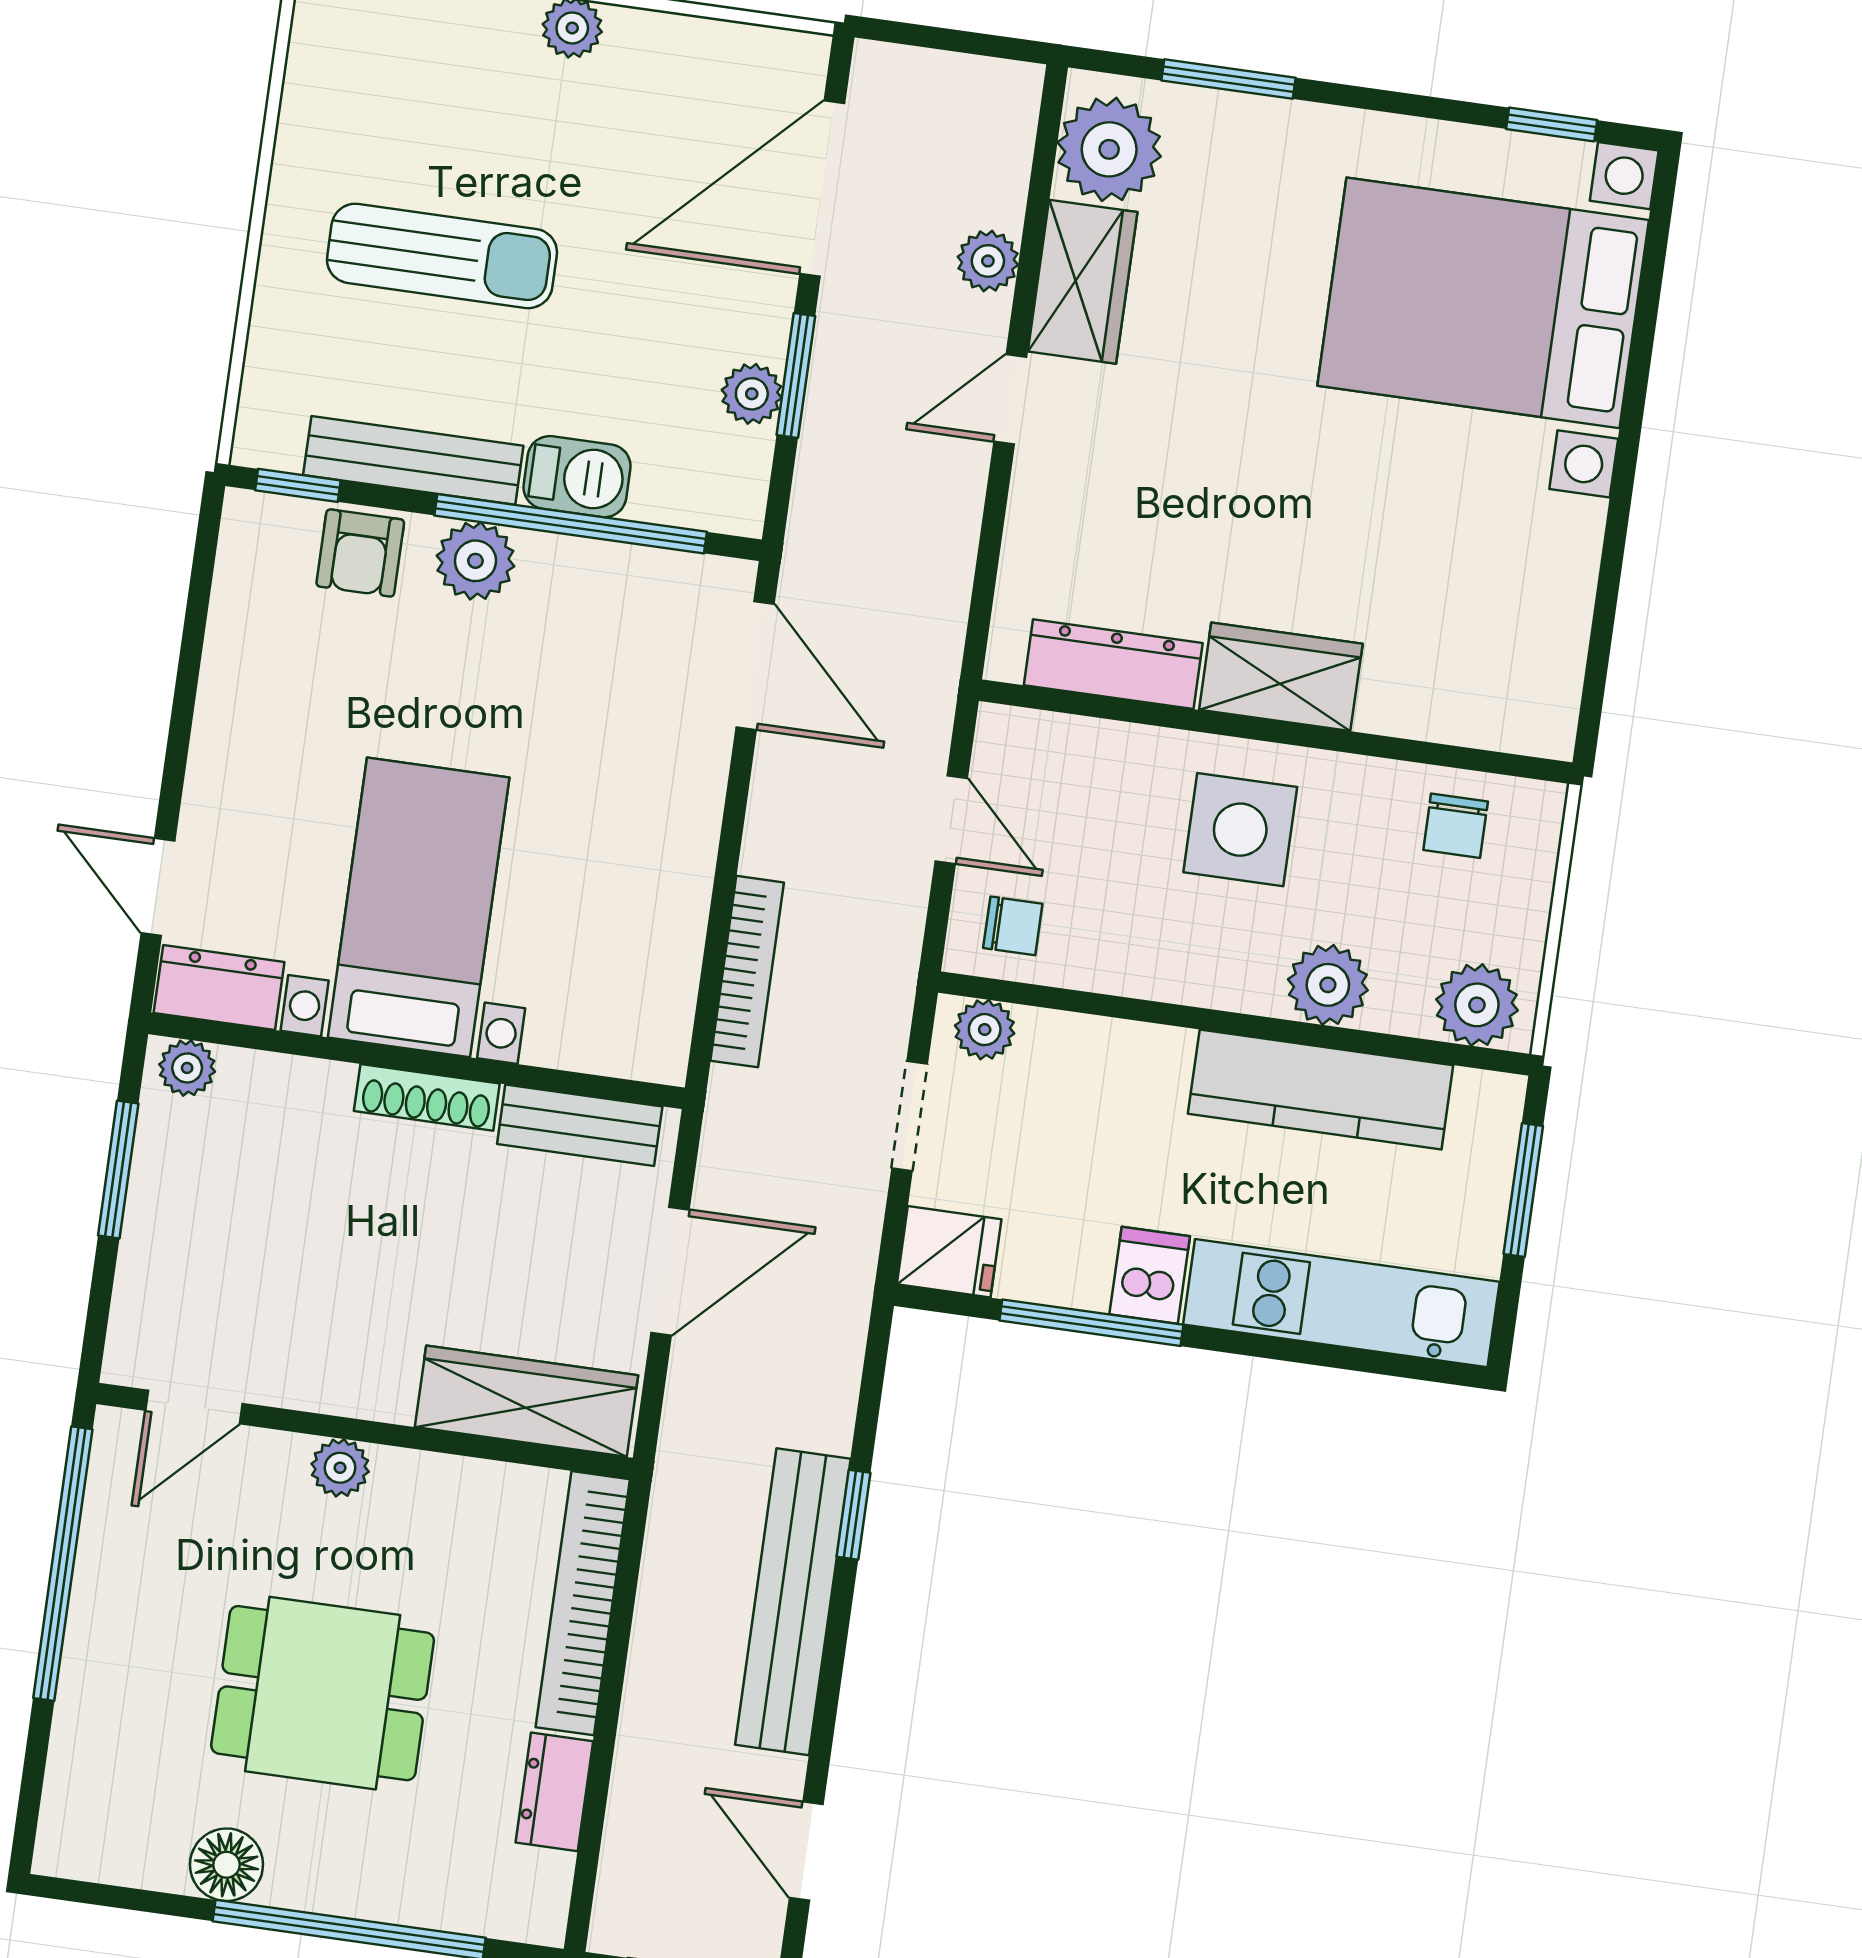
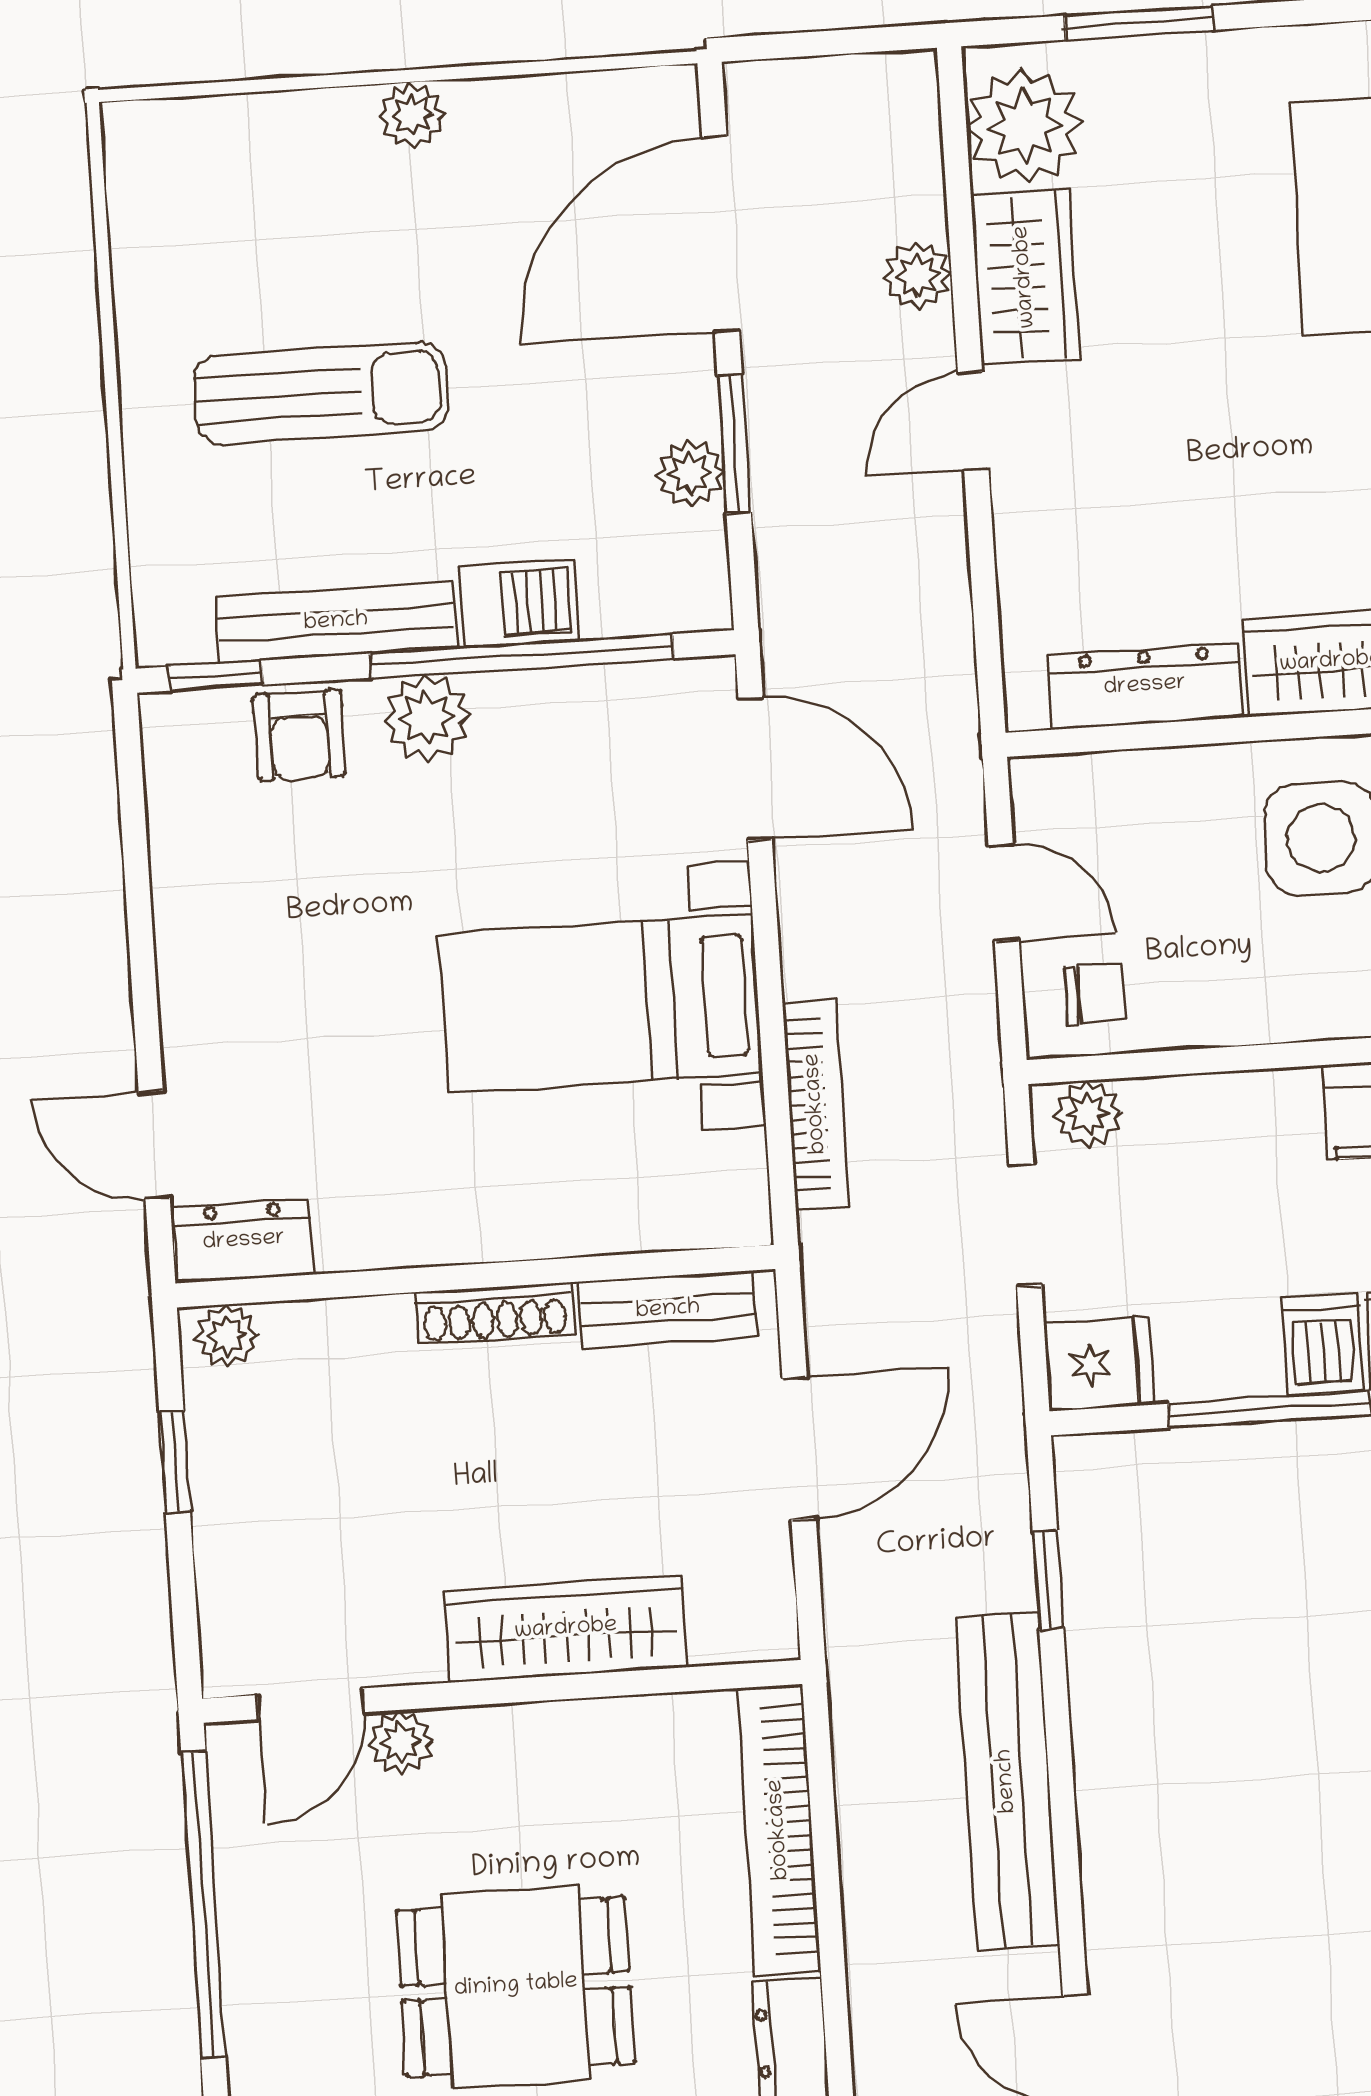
bed with nightstands: (419, 907) -> (601, 1004), moved, turned -90
window: (118, 1169) -> (175, 1462), width x0.67
wardrobe: (526, 1401) -> (566, 1629), moved
plant: (340, 1468) -> (401, 1742), moved
window: (854, 1515) -> (1048, 1580), moved

